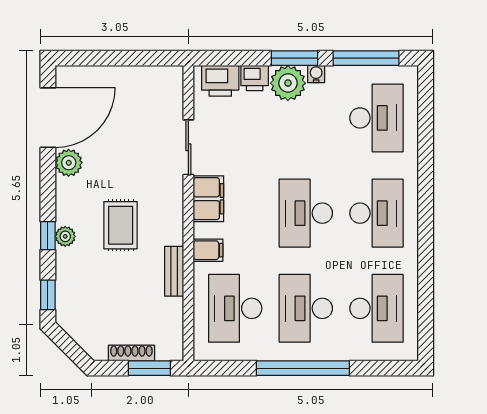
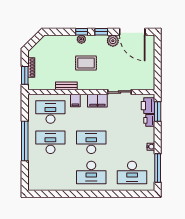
window: (295, 58) -> (158, 112), moved
plant: (288, 83) -> (147, 135), removed
window: (48, 295) -> (101, 32), moved
desk: (376, 308) -> (50, 173), removed

